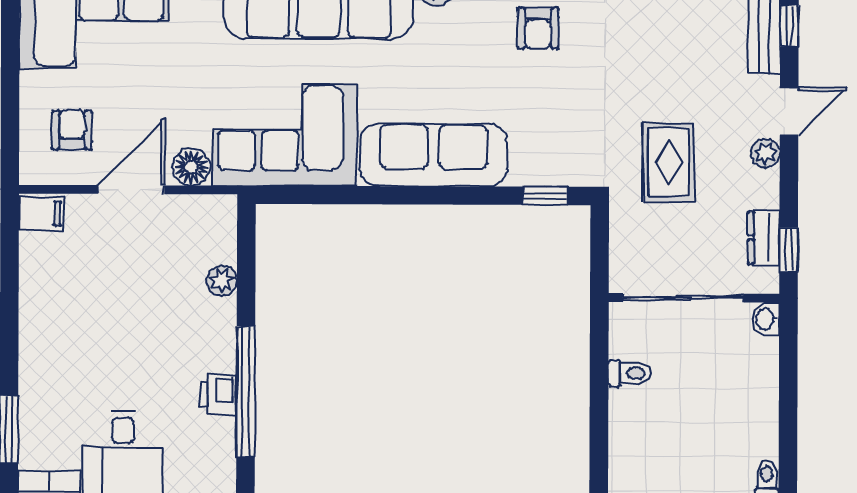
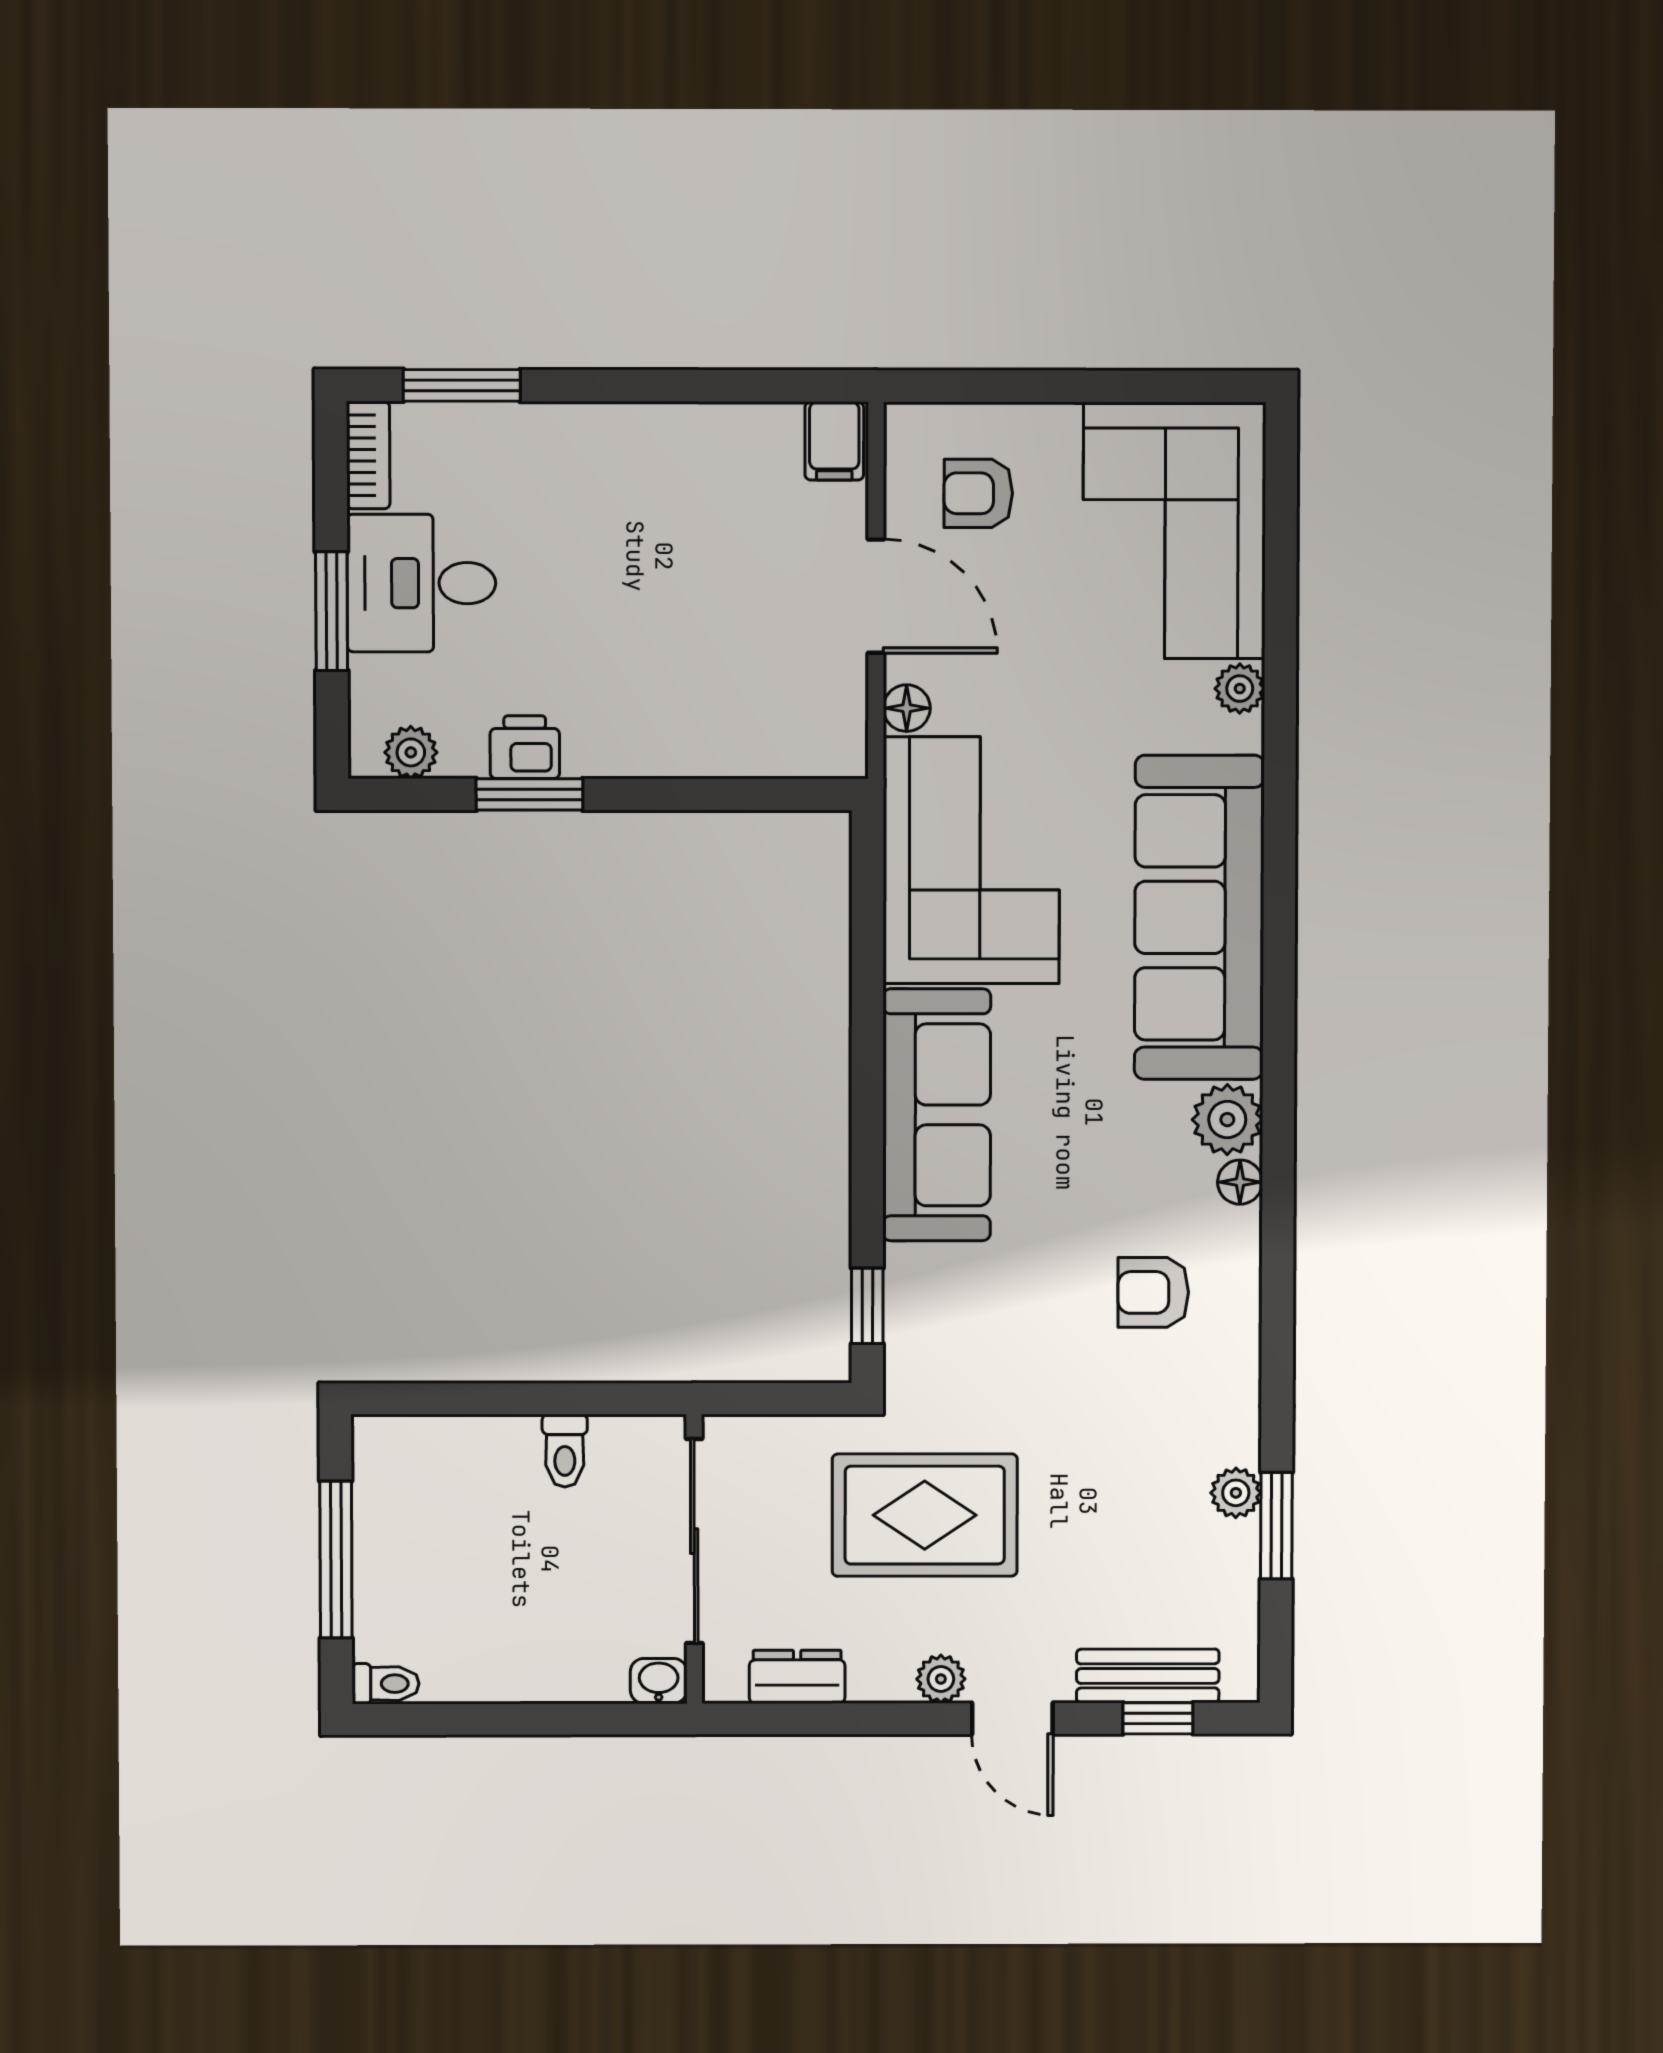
armchair: (72, 130) -> (978, 493), turned 180
rug: (669, 163) -> (925, 1515), width x1.36, depth x1.43
floor lamp: (191, 167) -> (907, 708), width x0.73, depth x0.73
window: (789, 250) -> (777, 1719), removed
plant: (222, 280) -> (411, 752), moved
window: (246, 392) -> (529, 794), width x0.47

